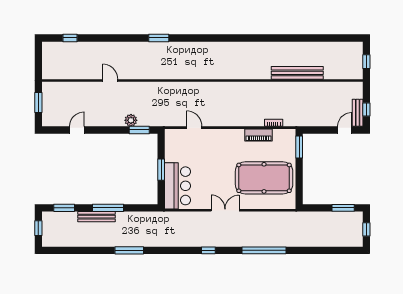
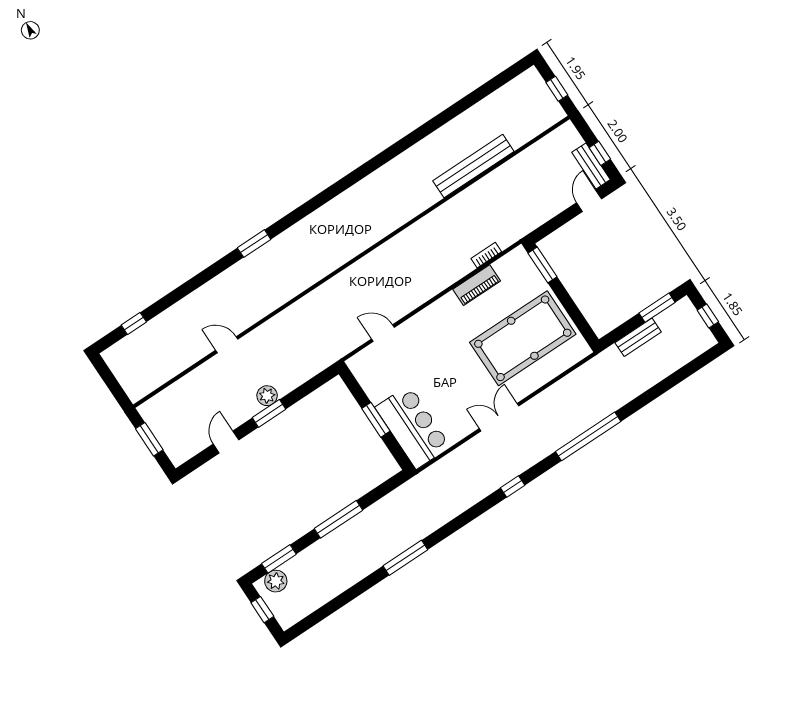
plant: (131, 120) -> (267, 396), moved
window: (139, 130) -> (269, 413), moved
bench: (97, 217) -> (638, 337), moved, width x0.73
plant: (55, 218) -> (276, 581), added

